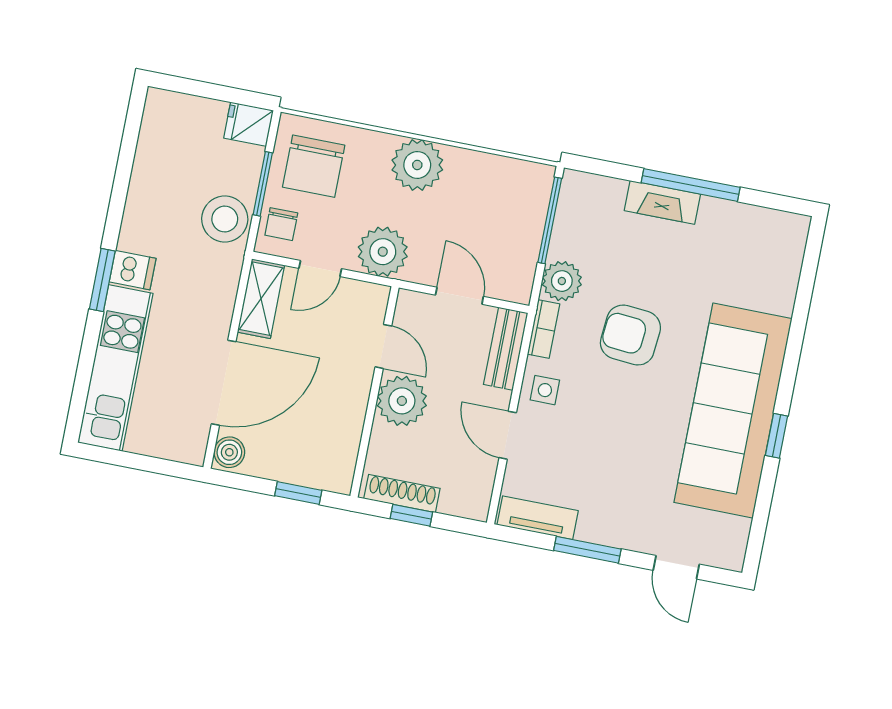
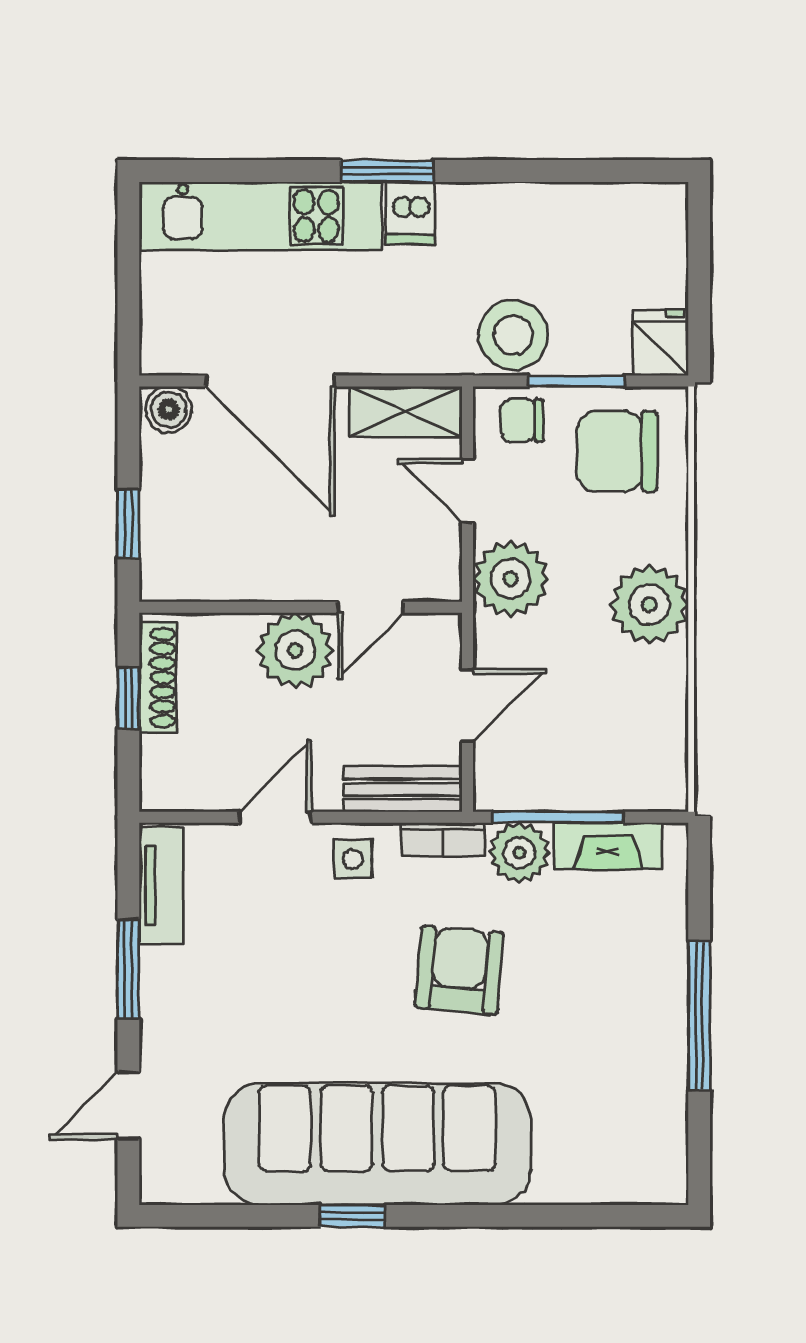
fireplace: (662, 202) -> (608, 846), moved, turned -90
window: (550, 220) -> (558, 817), moved

